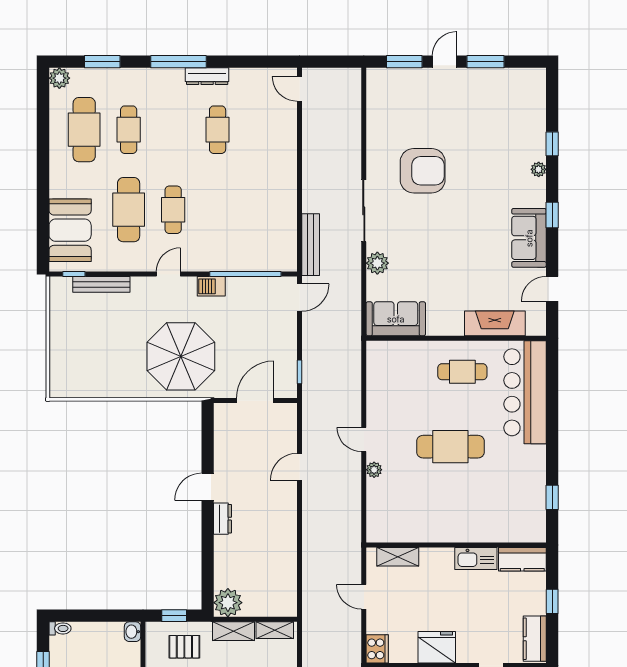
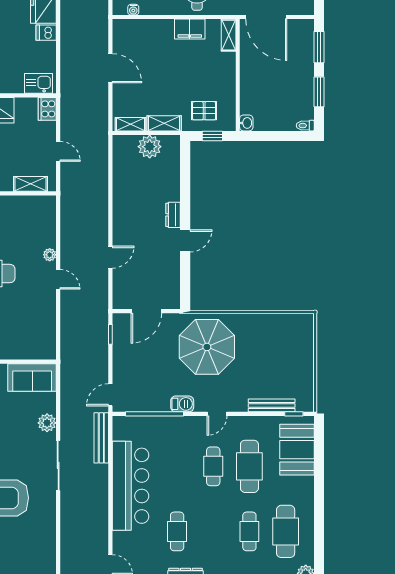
bar counter: (275, 186) -> (130, 486), added
plant: (228, 603) -> (150, 147), moved

